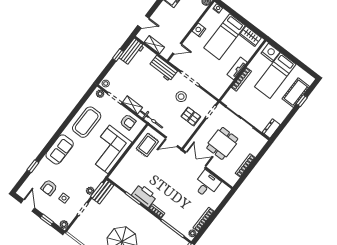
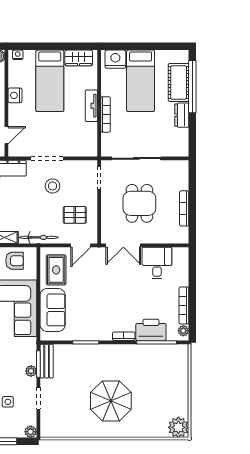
window: (302, 101) -> (192, 87), width x3.17
pallet: (191, 116) -> (75, 215), moved
dresser: (271, 129) -> (182, 115), moved
double door: (195, 160) -> (123, 245), swing flipped
sofa: (128, 166) -> (53, 310), added
printer: (144, 196) -> (151, 330), moved

